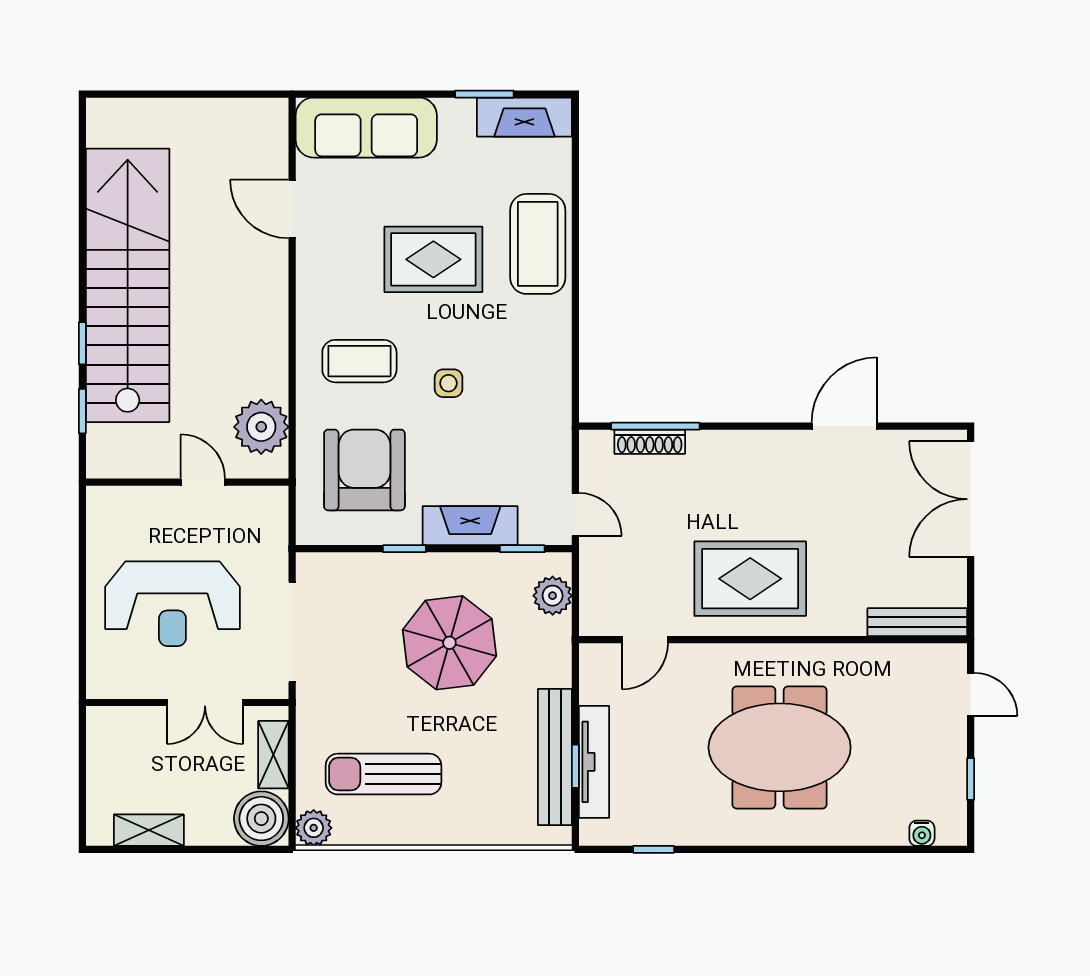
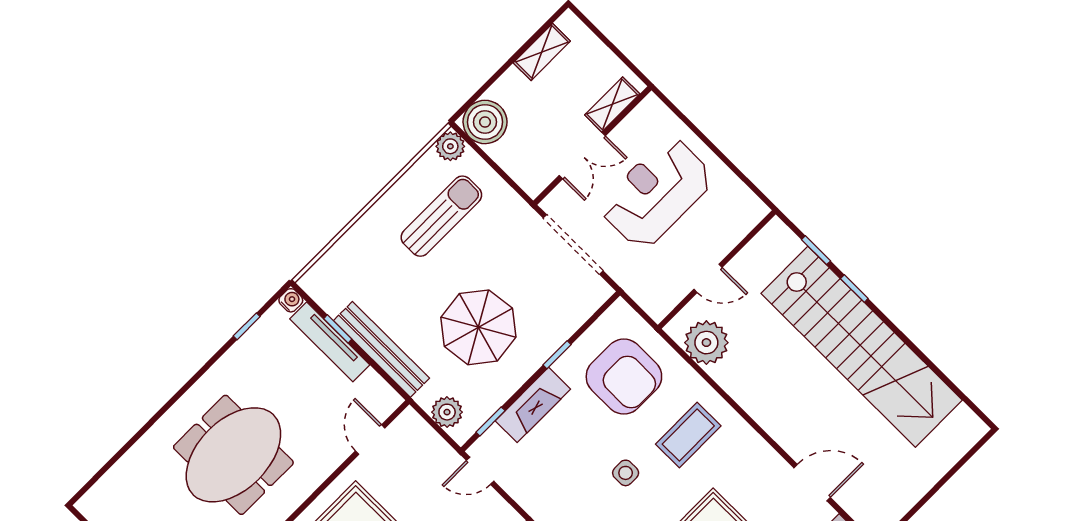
double door: (205, 703) -> (582, 156), swing flipped
shelving: (273, 755) -> (612, 104), moved, turned 90
bench: (555, 757) -> (381, 349), moved
water cooler: (922, 833) -> (291, 300), moved, turned 90

